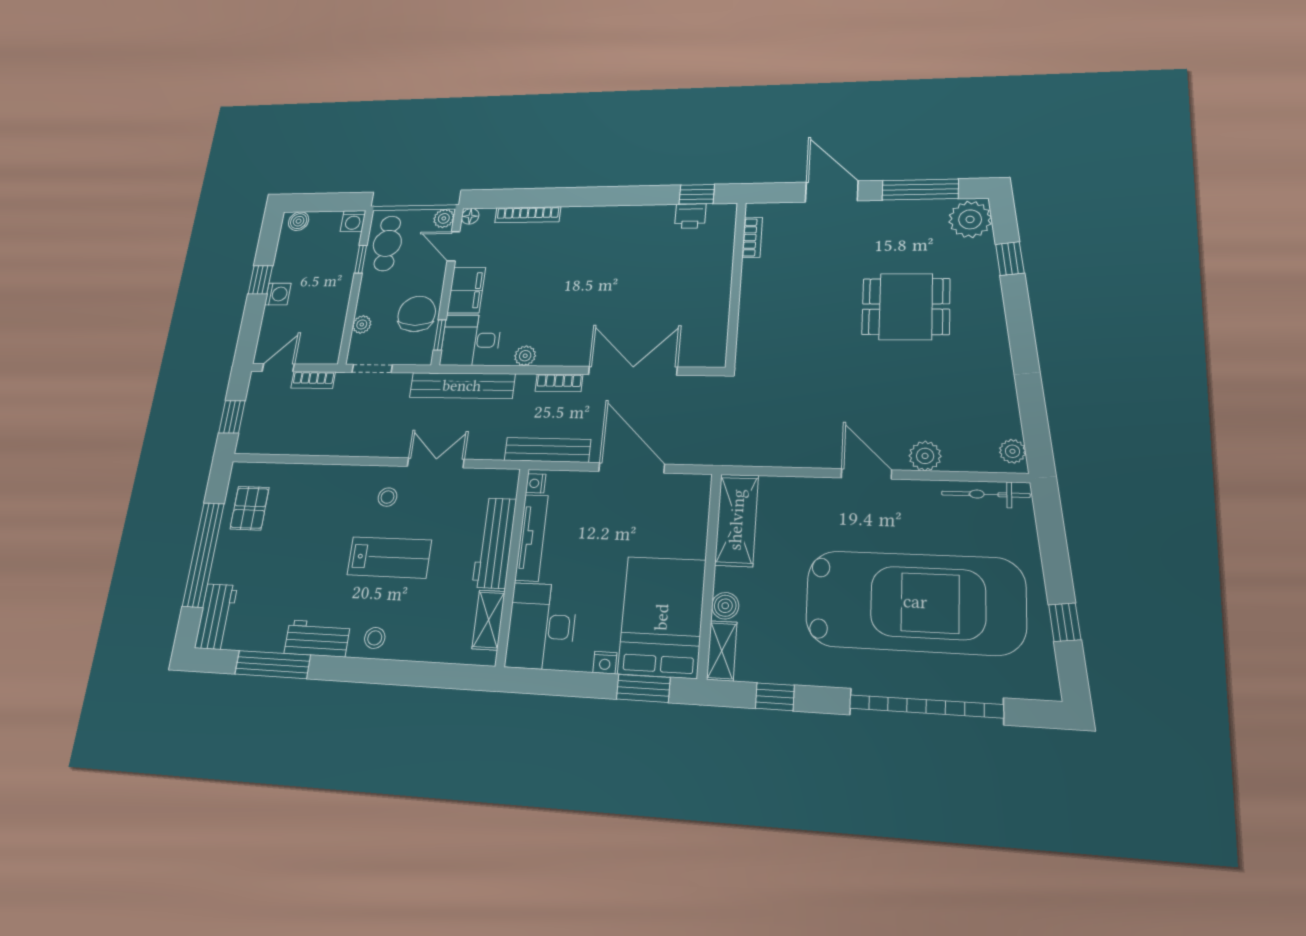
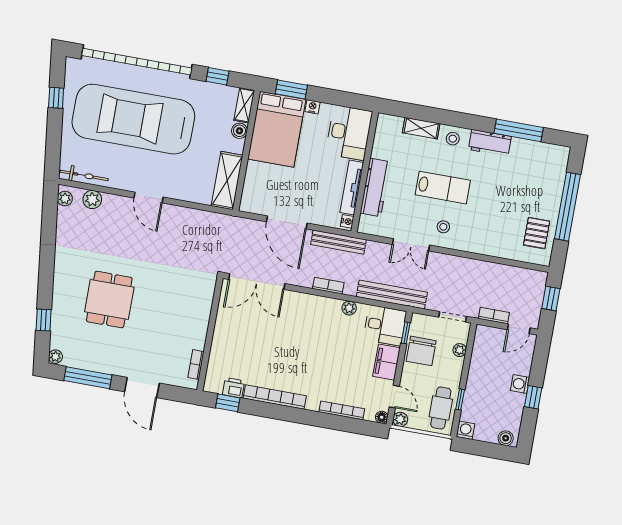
bookcase: (627, 215) -> (275, 397), added
plant: (970, 219) -> (55, 357), width x0.53, depth x0.53
dining table: (906, 307) -> (109, 300), turned 90
double door: (633, 371) -> (257, 282), moved
plant: (925, 456) -> (92, 199), moved
lab bench: (389, 557) -> (443, 188), turned 180
workbench: (216, 617) -> (557, 165), removed
shelving: (489, 620) -> (421, 128), moved, turned 90
garage door: (926, 706) -> (137, 62), width x1.36

